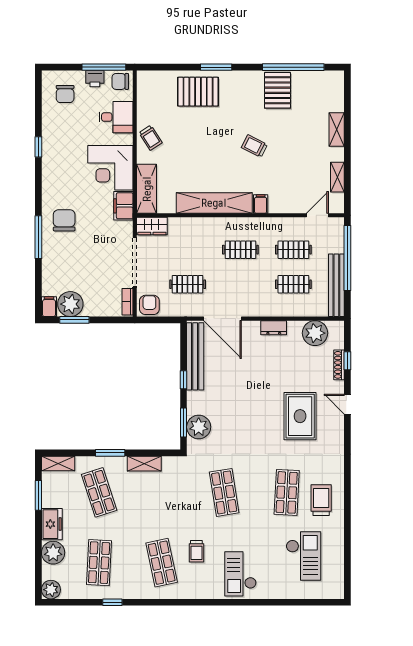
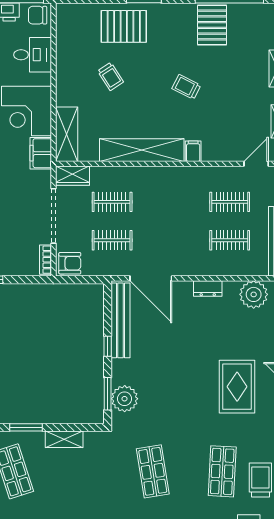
trolley: (151, 138) -> (111, 76), moved
clothes rail: (240, 250) -> (112, 202), moved
armchair: (149, 305) -> (70, 263), turned 90

